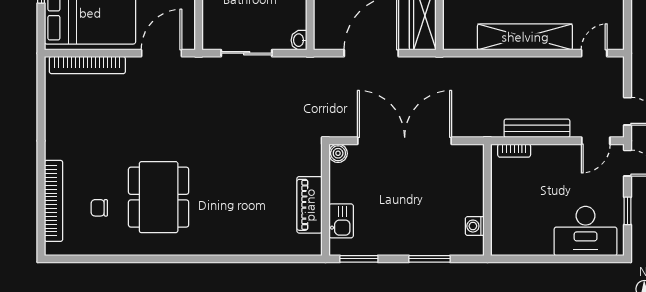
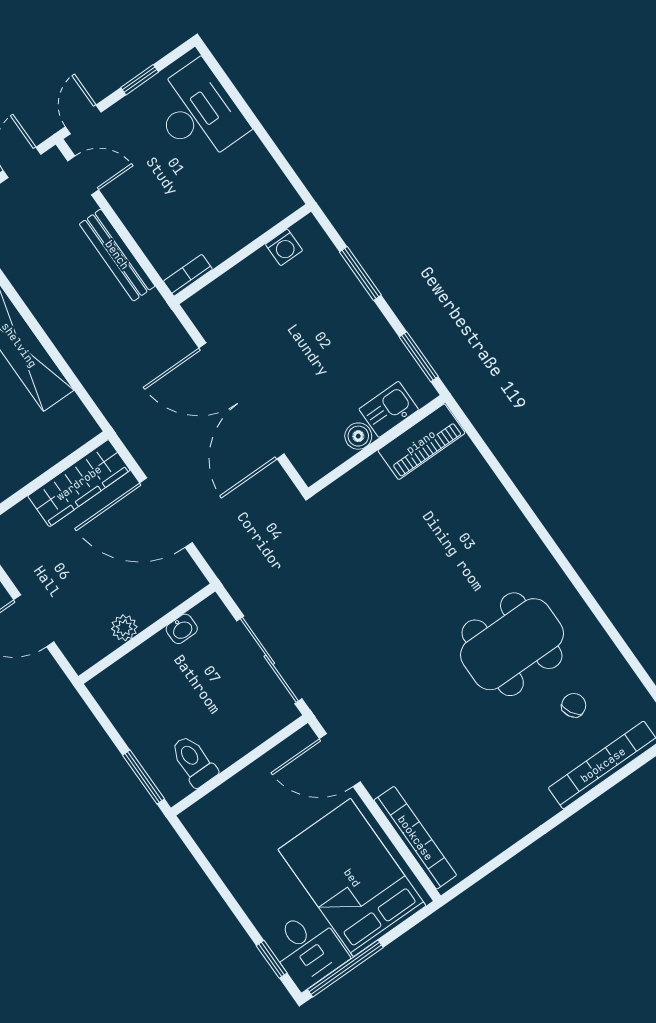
washbasin: (299, 40) -> (182, 629), moved
sliding door: (247, 53) -> (269, 660), width x1.37
bookcase: (514, 151) -> (188, 275), moved, turned -90
boiler: (338, 153) -> (358, 436), moved
piano: (310, 205) -> (421, 442), moved
chair: (99, 208) -> (574, 705), turned -119

